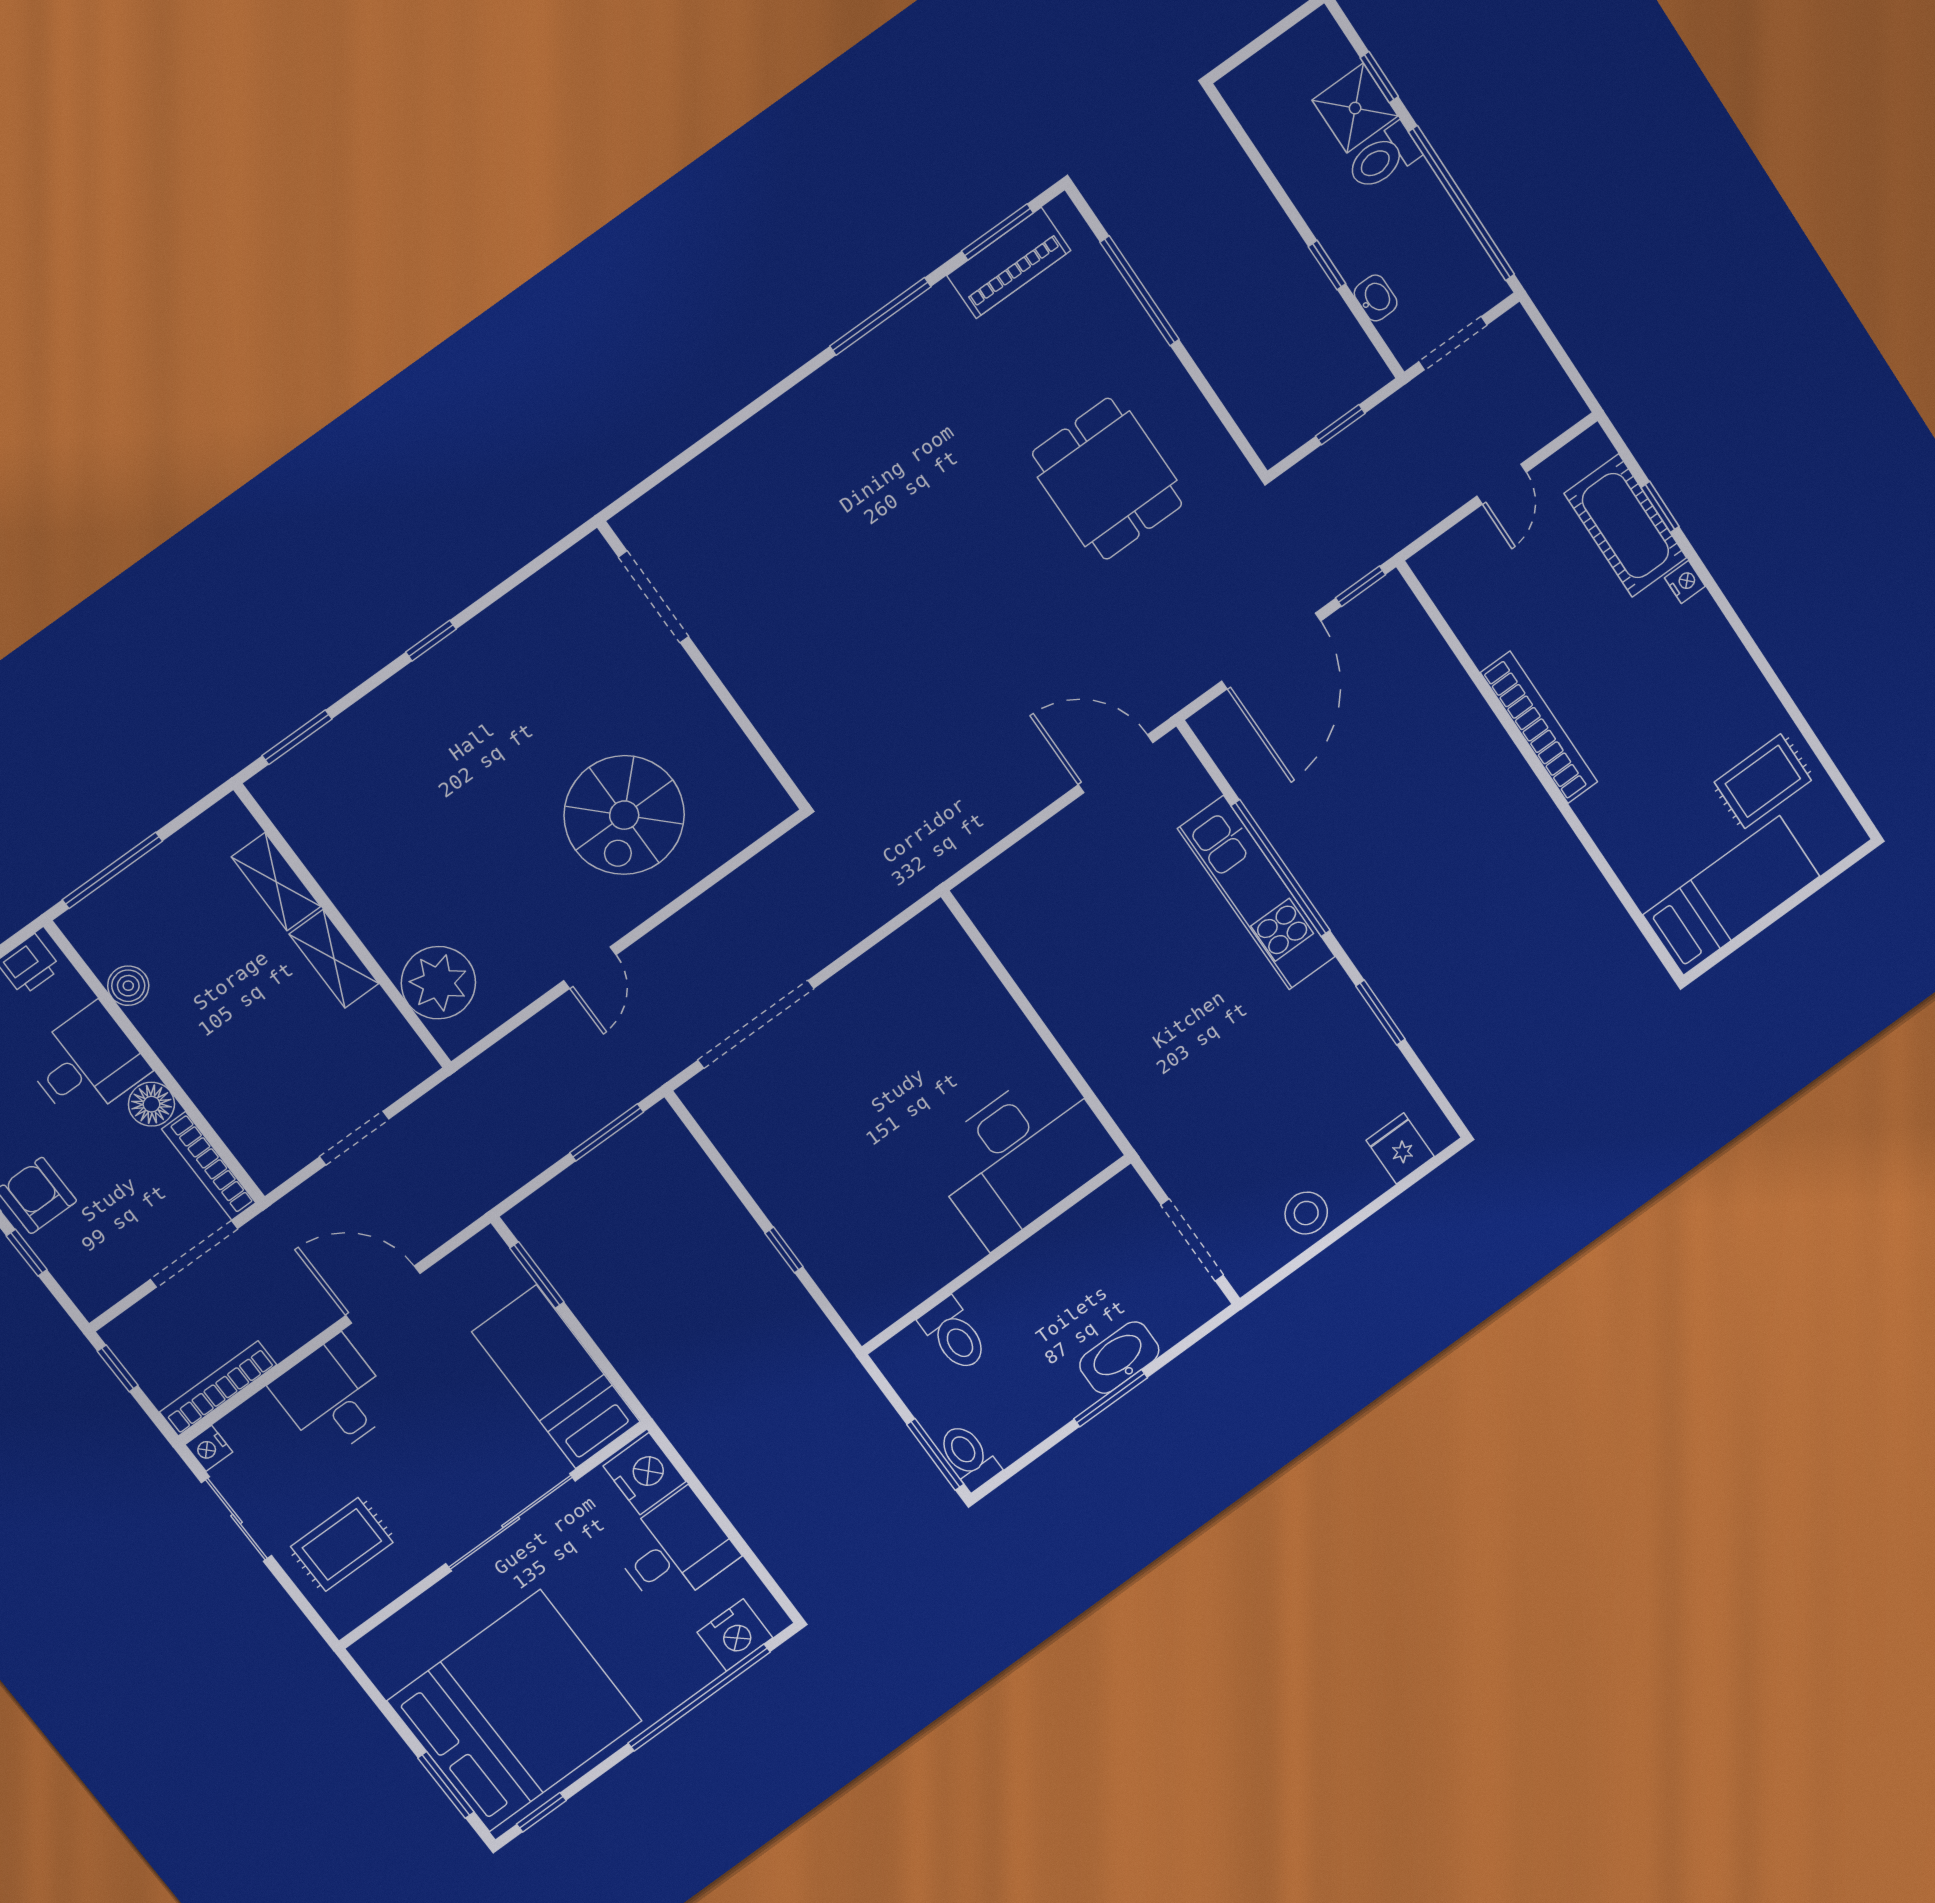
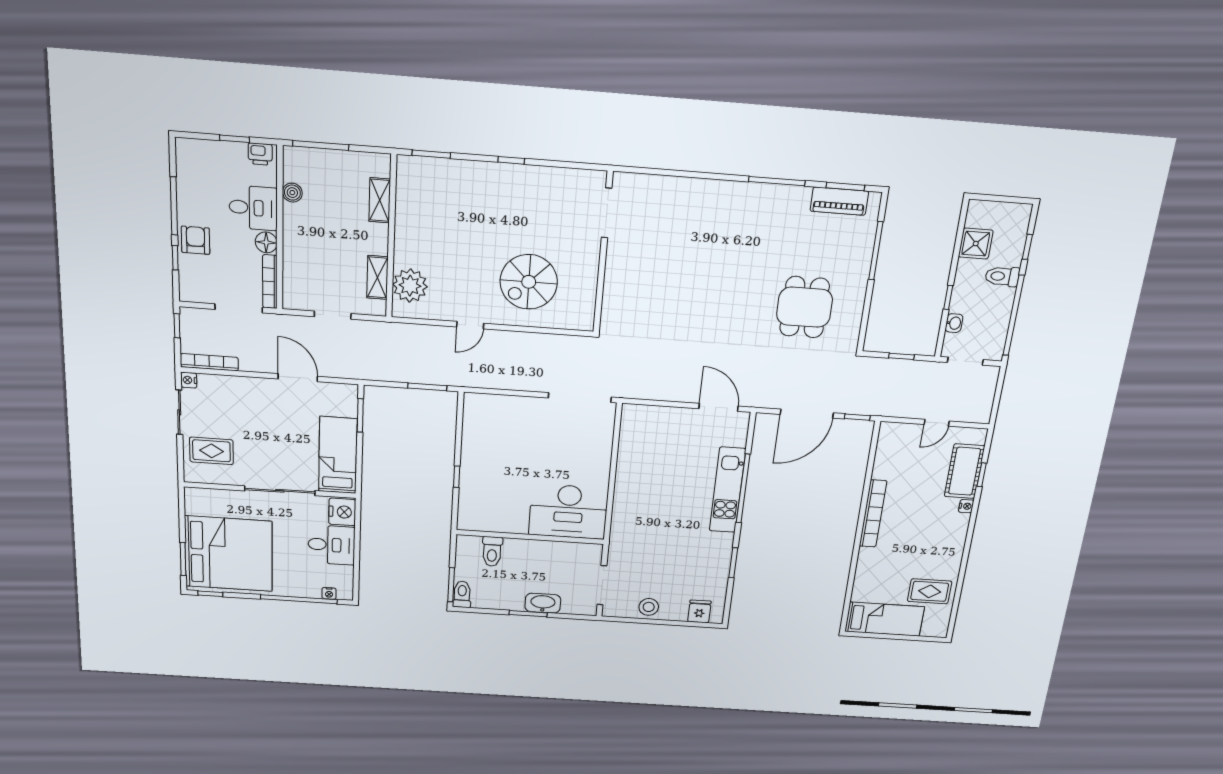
shower: (1355, 108) -> (976, 244), moved
shelving: (334, 959) -> (377, 277), moved
doorway: (756, 1024) -> (580, 398), moved
desk: (334, 1397) -> (250, 399), removed
nightstand: (735, 1635) -> (329, 593), width x0.53, depth x0.56

